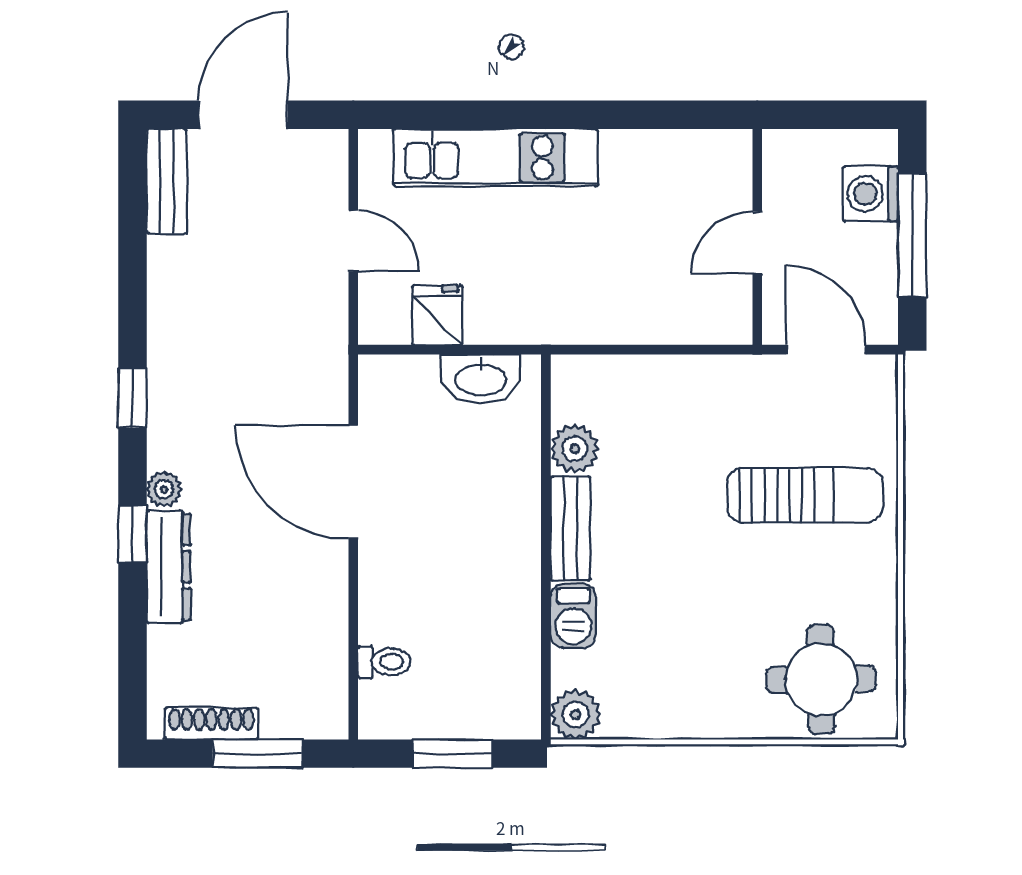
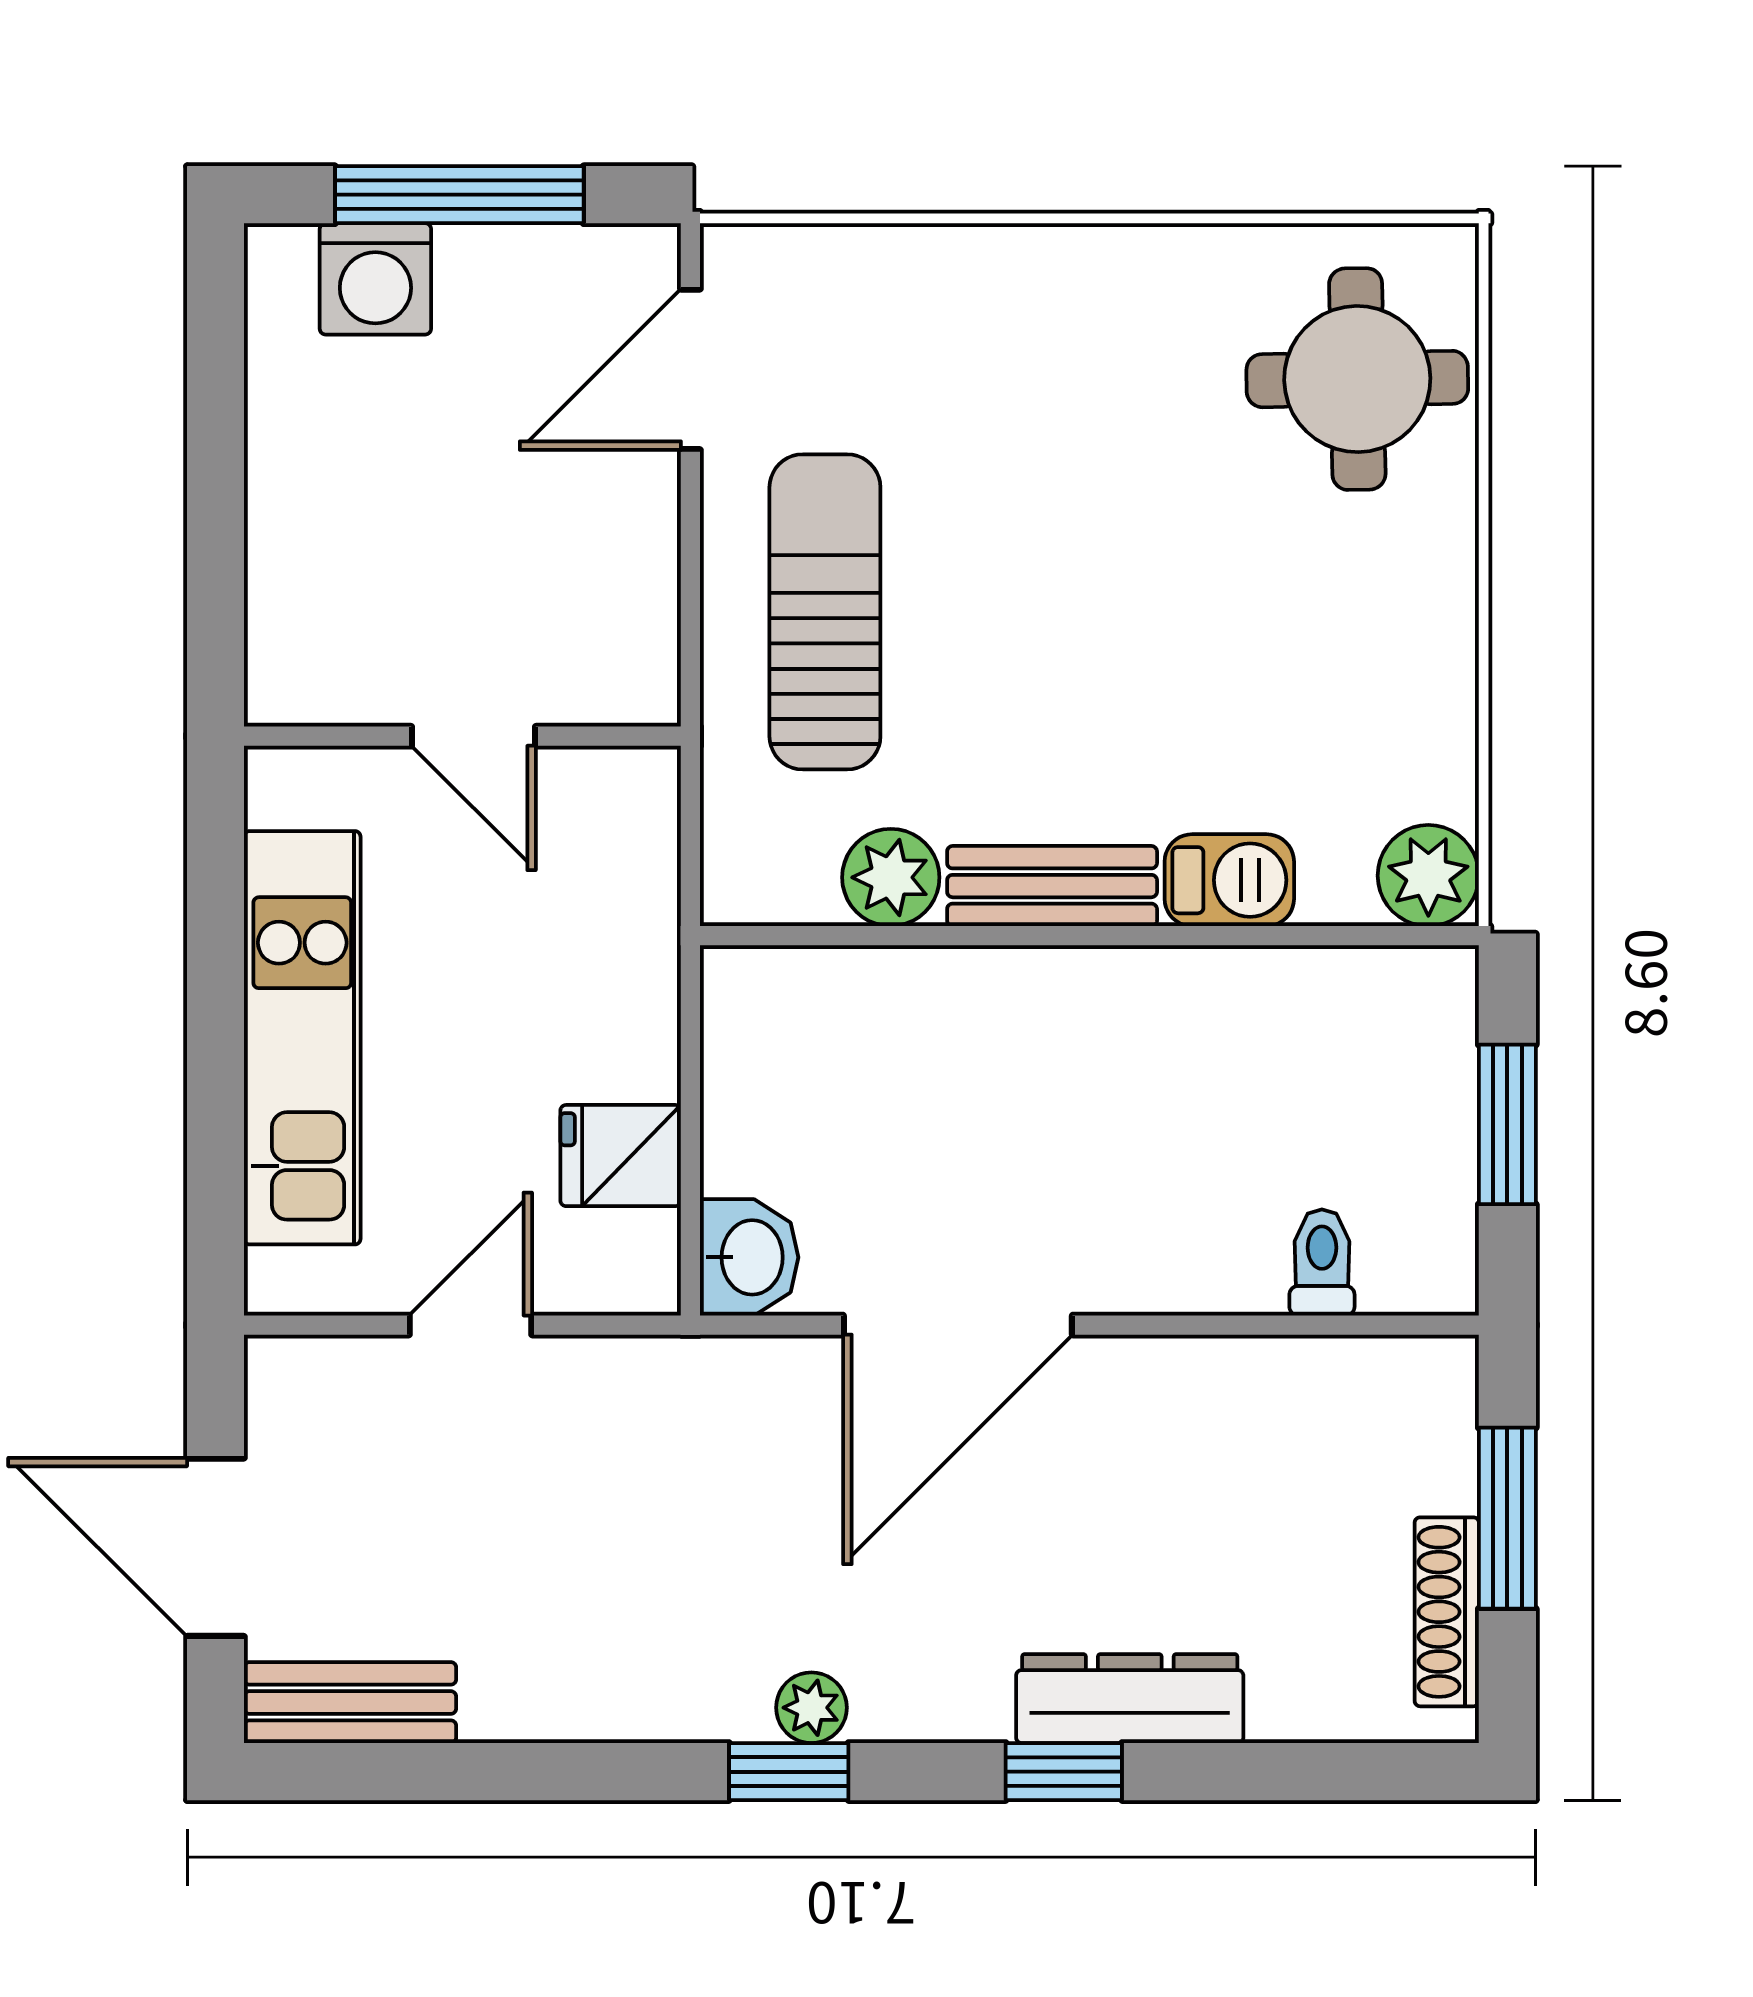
wall: (757, 237) -> (462, 736), moved
door: (757, 242) -> (474, 736), moved
washbasin: (481, 379) -> (749, 1257), moved, width x0.72
plant: (164, 489) -> (811, 1708), moved
sun lounger: (805, 495) -> (825, 612), moved

